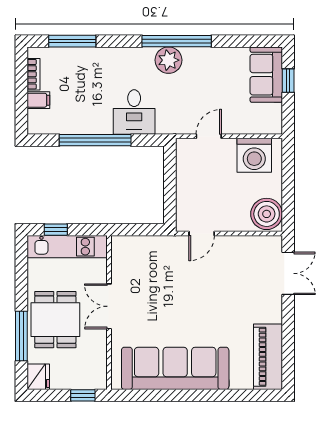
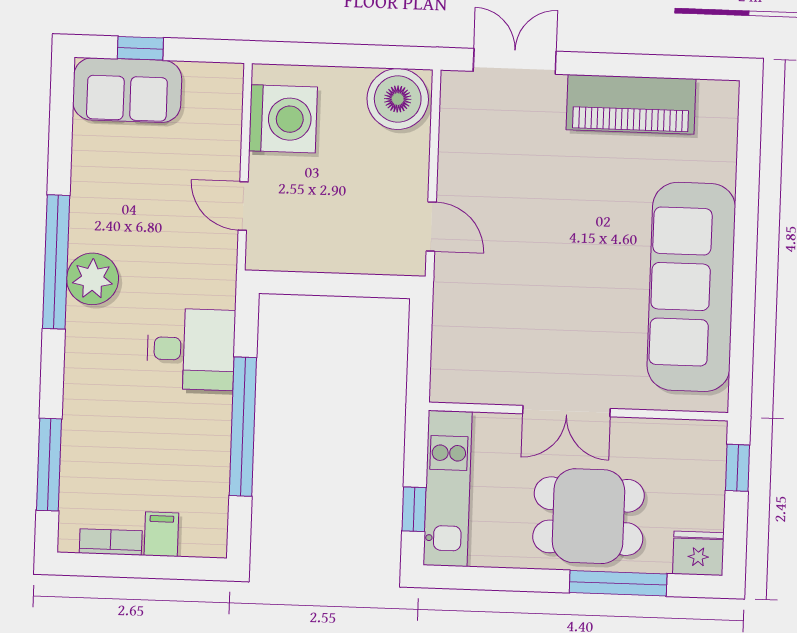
piano: (268, 357) -> (631, 104), moved

